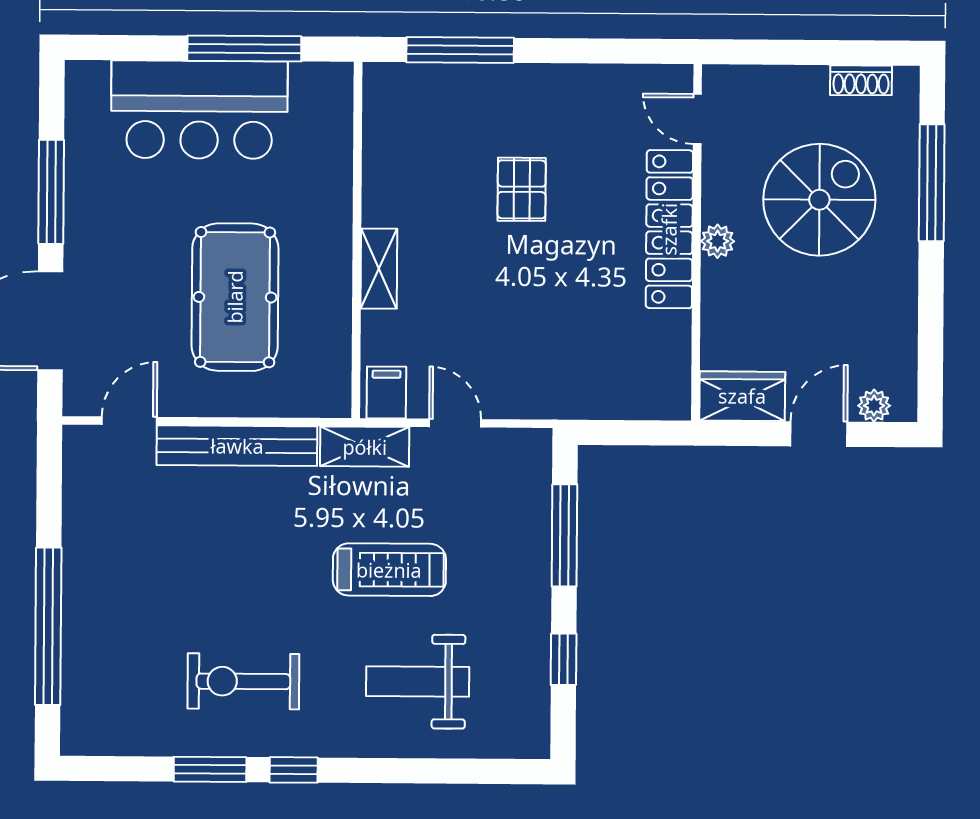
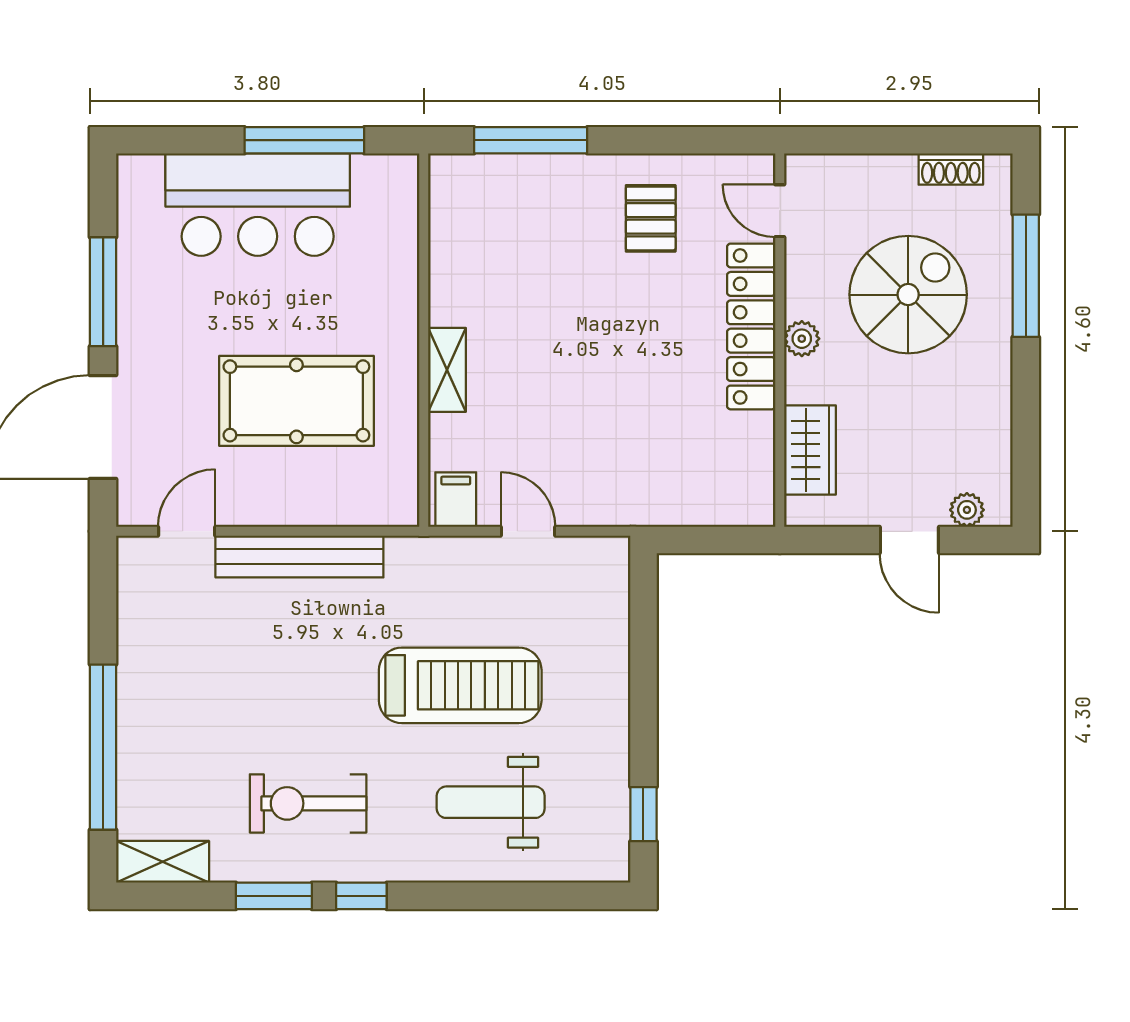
pallet: (522, 189) -> (651, 218), moved
pool table: (235, 297) -> (296, 401), turned 90
wardrobe: (742, 396) -> (810, 450), moved, turned 90
door: (819, 434) -> (909, 540), swing flipped
shelving: (365, 447) -> (163, 862), moved
window: (564, 535) -> (643, 648), removed
treadmill: (389, 570) -> (460, 685), width x1.37, depth x1.38
window: (564, 659) -> (643, 814), moved

